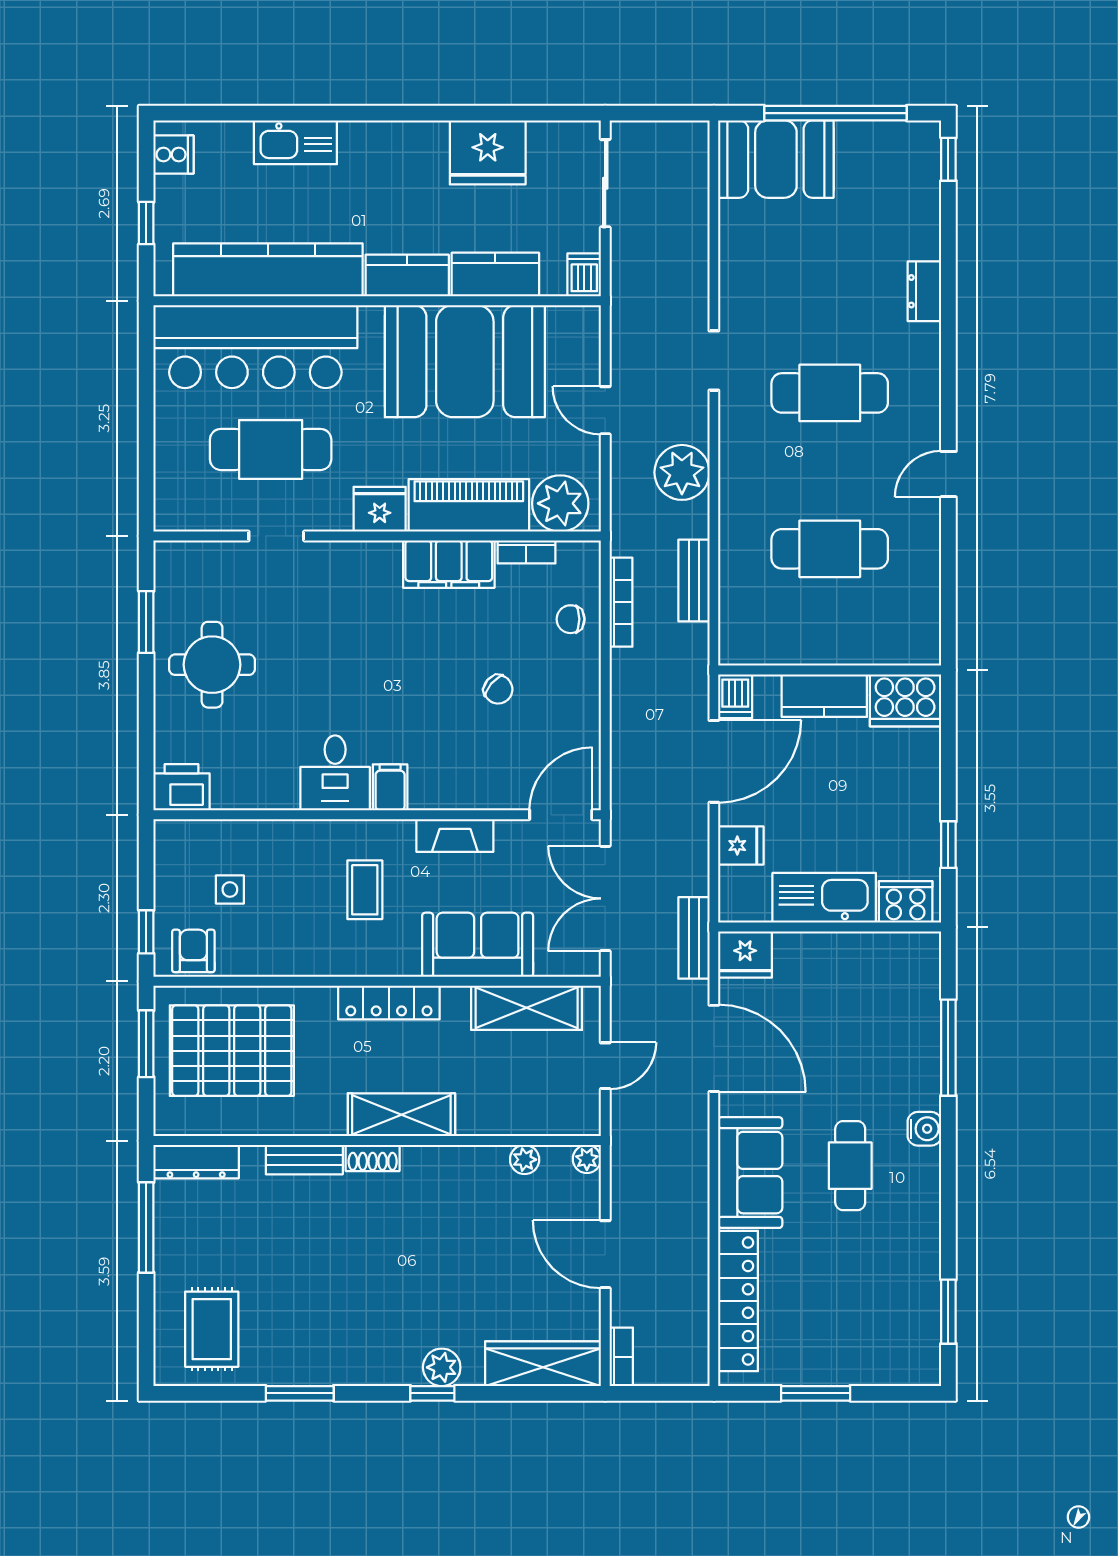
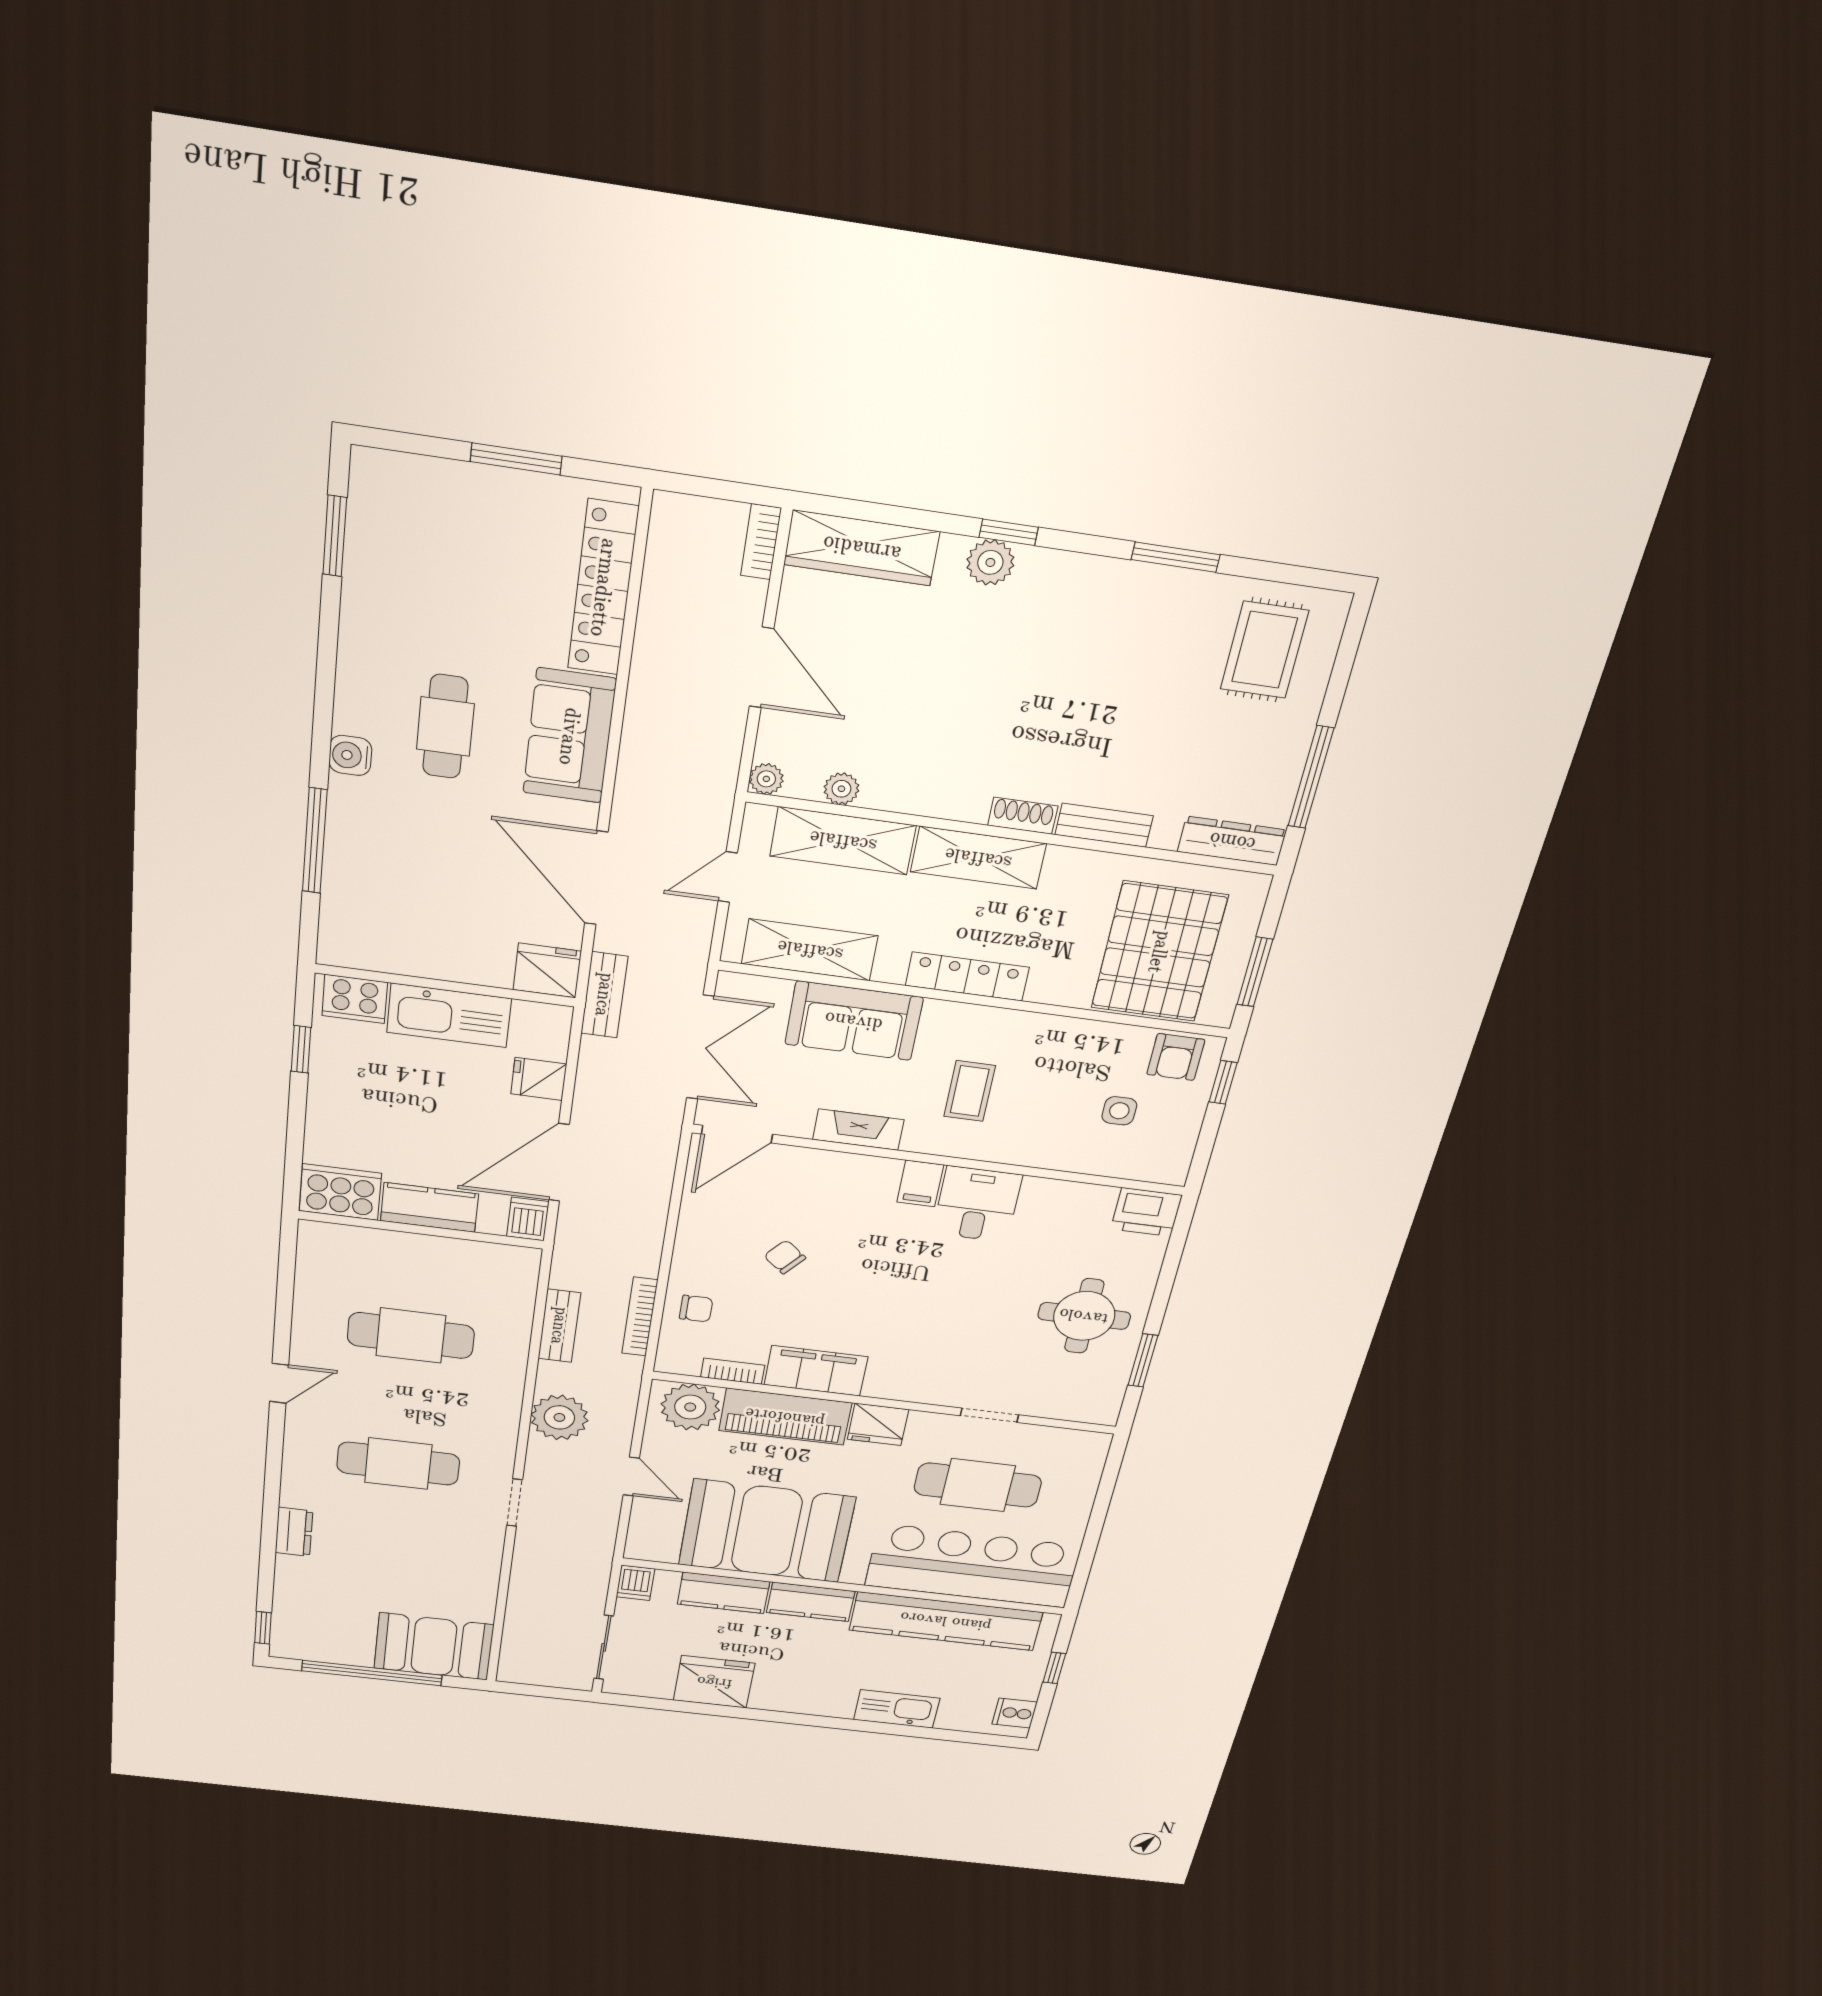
pallet: (232, 1051) -> (1159, 952), turned 90
shelving: (516, 1113) -> (843, 841), added

